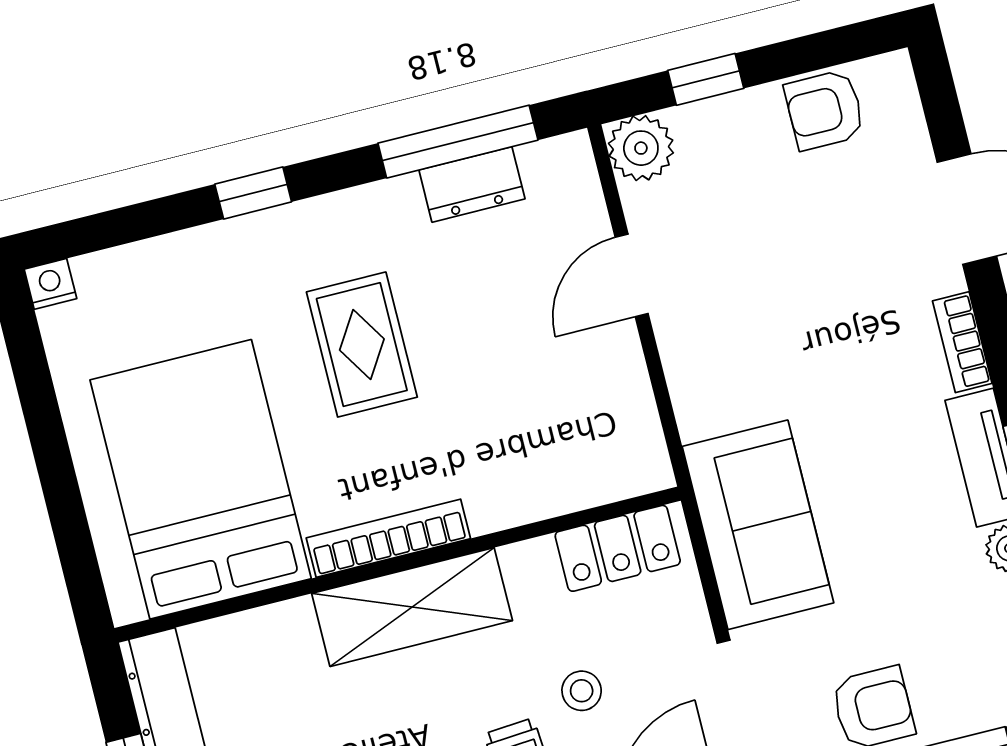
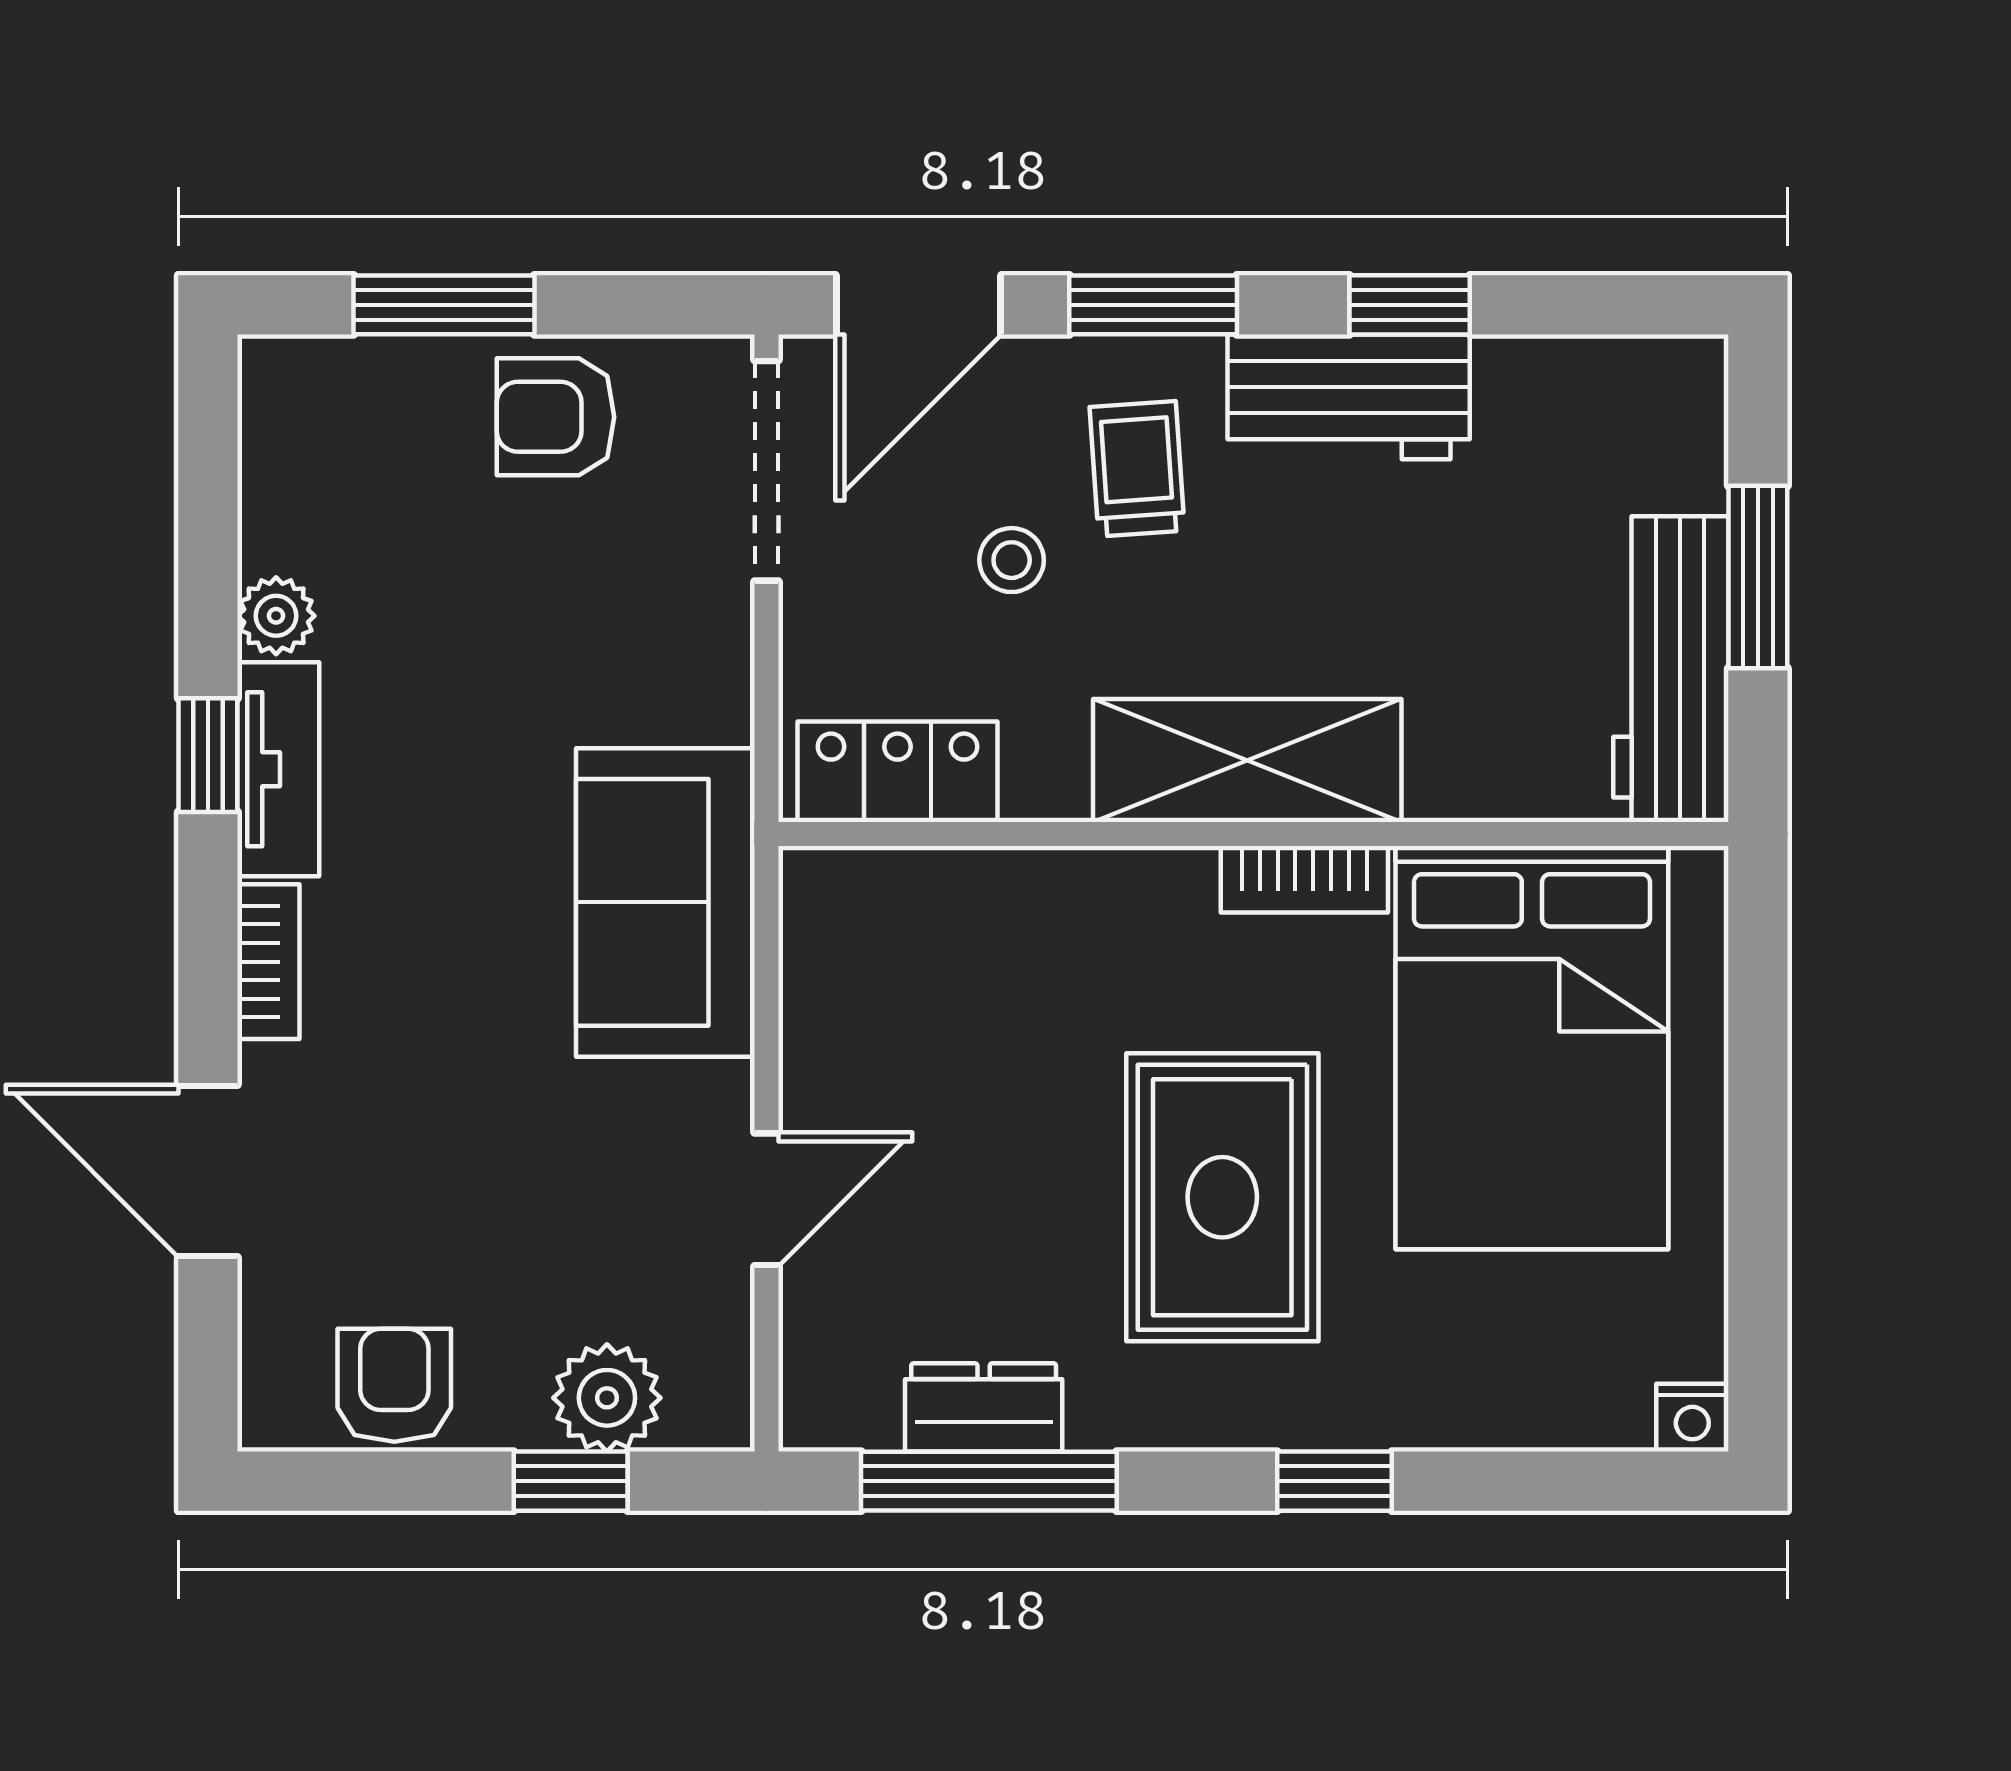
armchair: (825, 110) -> (394, 1385), turned -90
plant: (641, 148) -> (607, 1398), moved
rug: (362, 345) -> (1222, 1197), width x1.36, depth x1.43
sofa: (758, 525) -> (665, 902), moved
bookcase: (388, 538) -> (1304, 879), width x0.64

